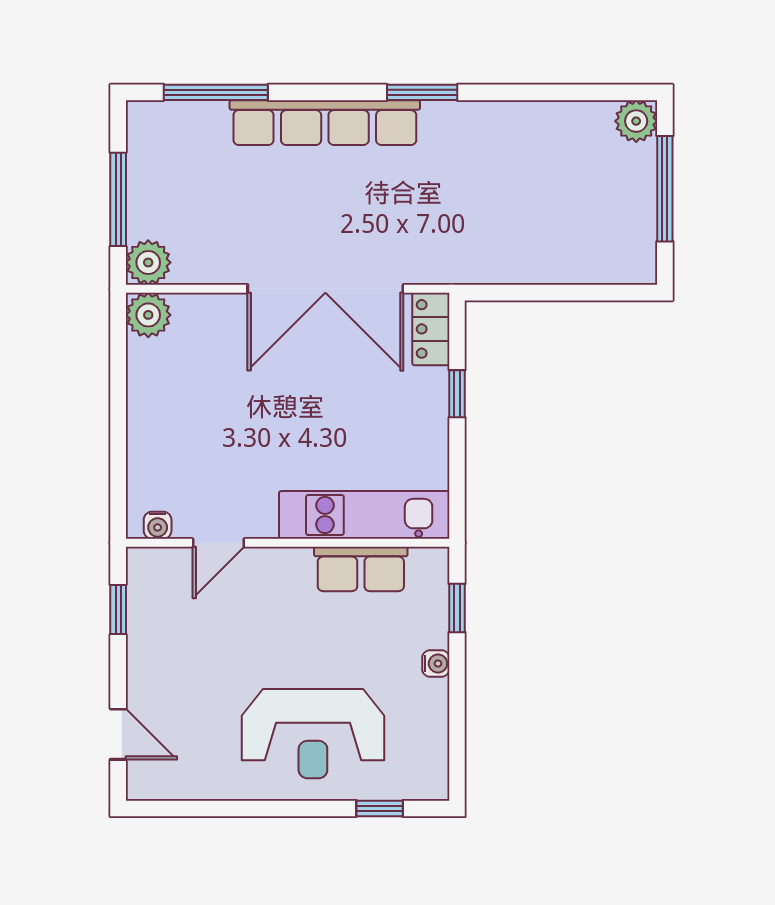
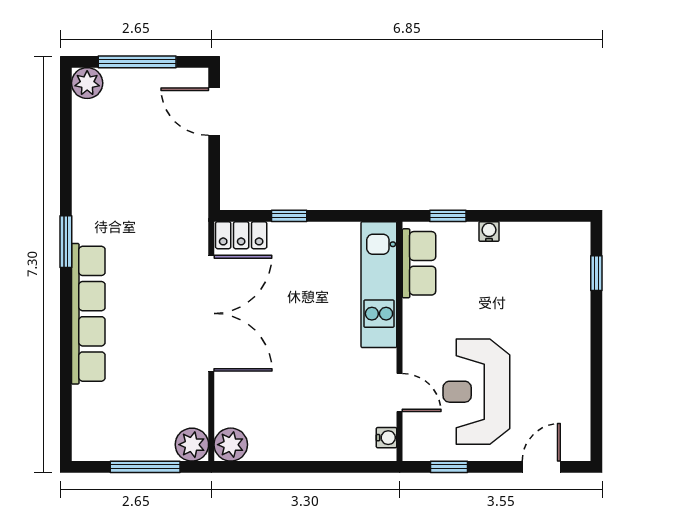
window: (216, 92) -> (66, 395), removed
door: (598, 293) -> (214, 112), added
row of seats: (361, 569) -> (419, 263), moved
reception desk: (313, 734) -> (476, 392), moved, turned 180

